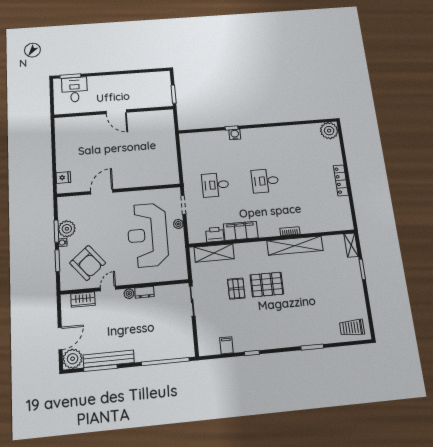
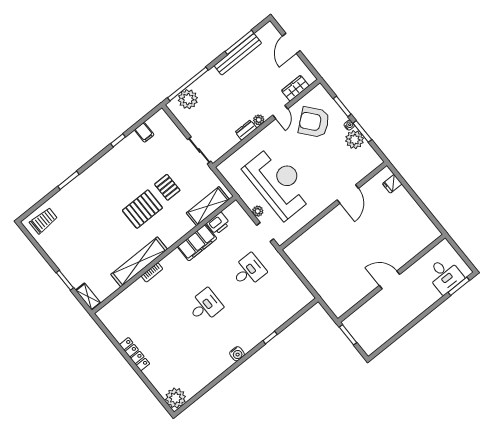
water cooler: (235, 134) -> (237, 354), moved
plant: (73, 359) -> (188, 99), moved

